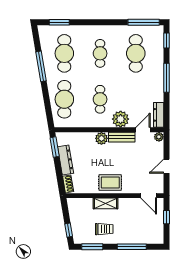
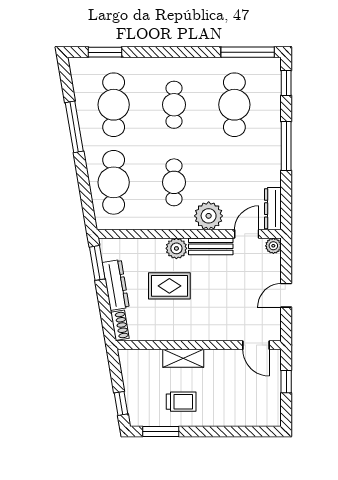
rug: (110, 183) -> (169, 286), moved
window: (132, 247) -> (228, 432), removed

